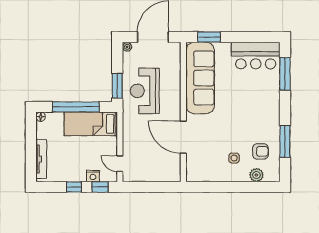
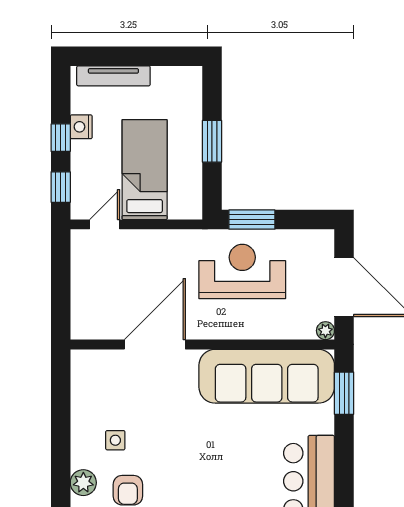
plant: (127, 47) -> (325, 331), moved
window: (76, 107) -> (212, 141), width x0.47
floor lamp: (41, 117) -> (194, 75), removed
bed: (91, 124) -> (145, 170), moved
nightstand: (93, 176) -> (81, 127), moved

